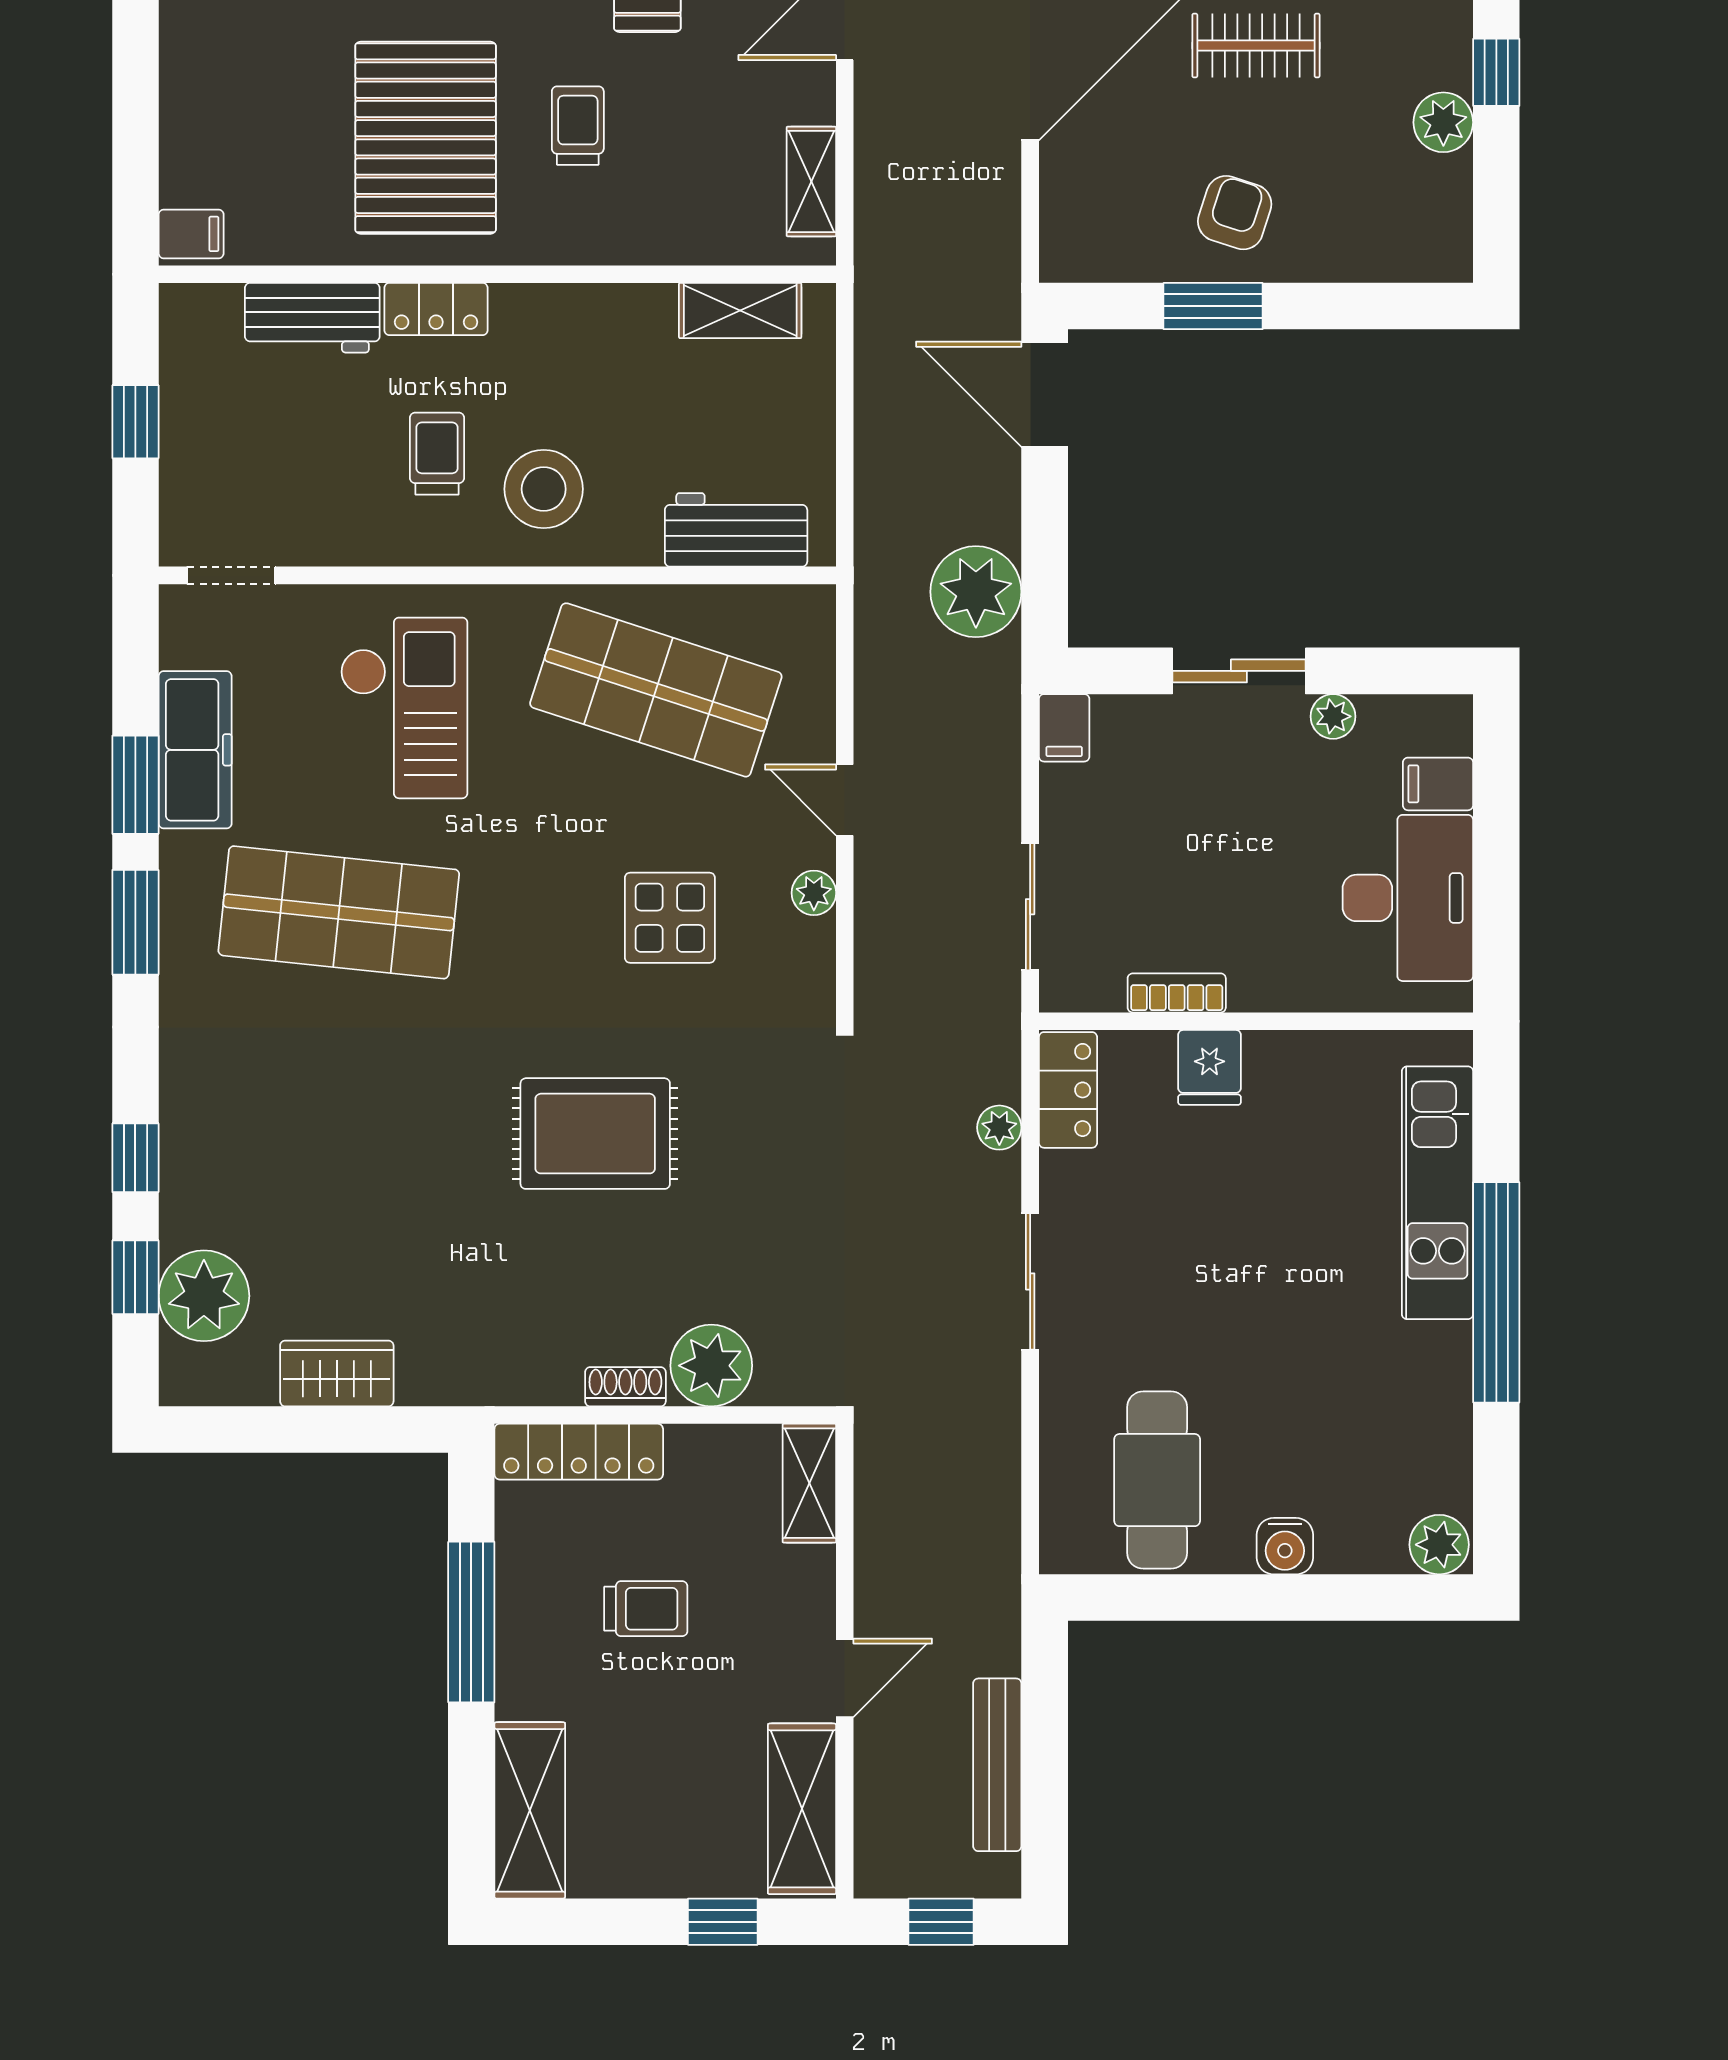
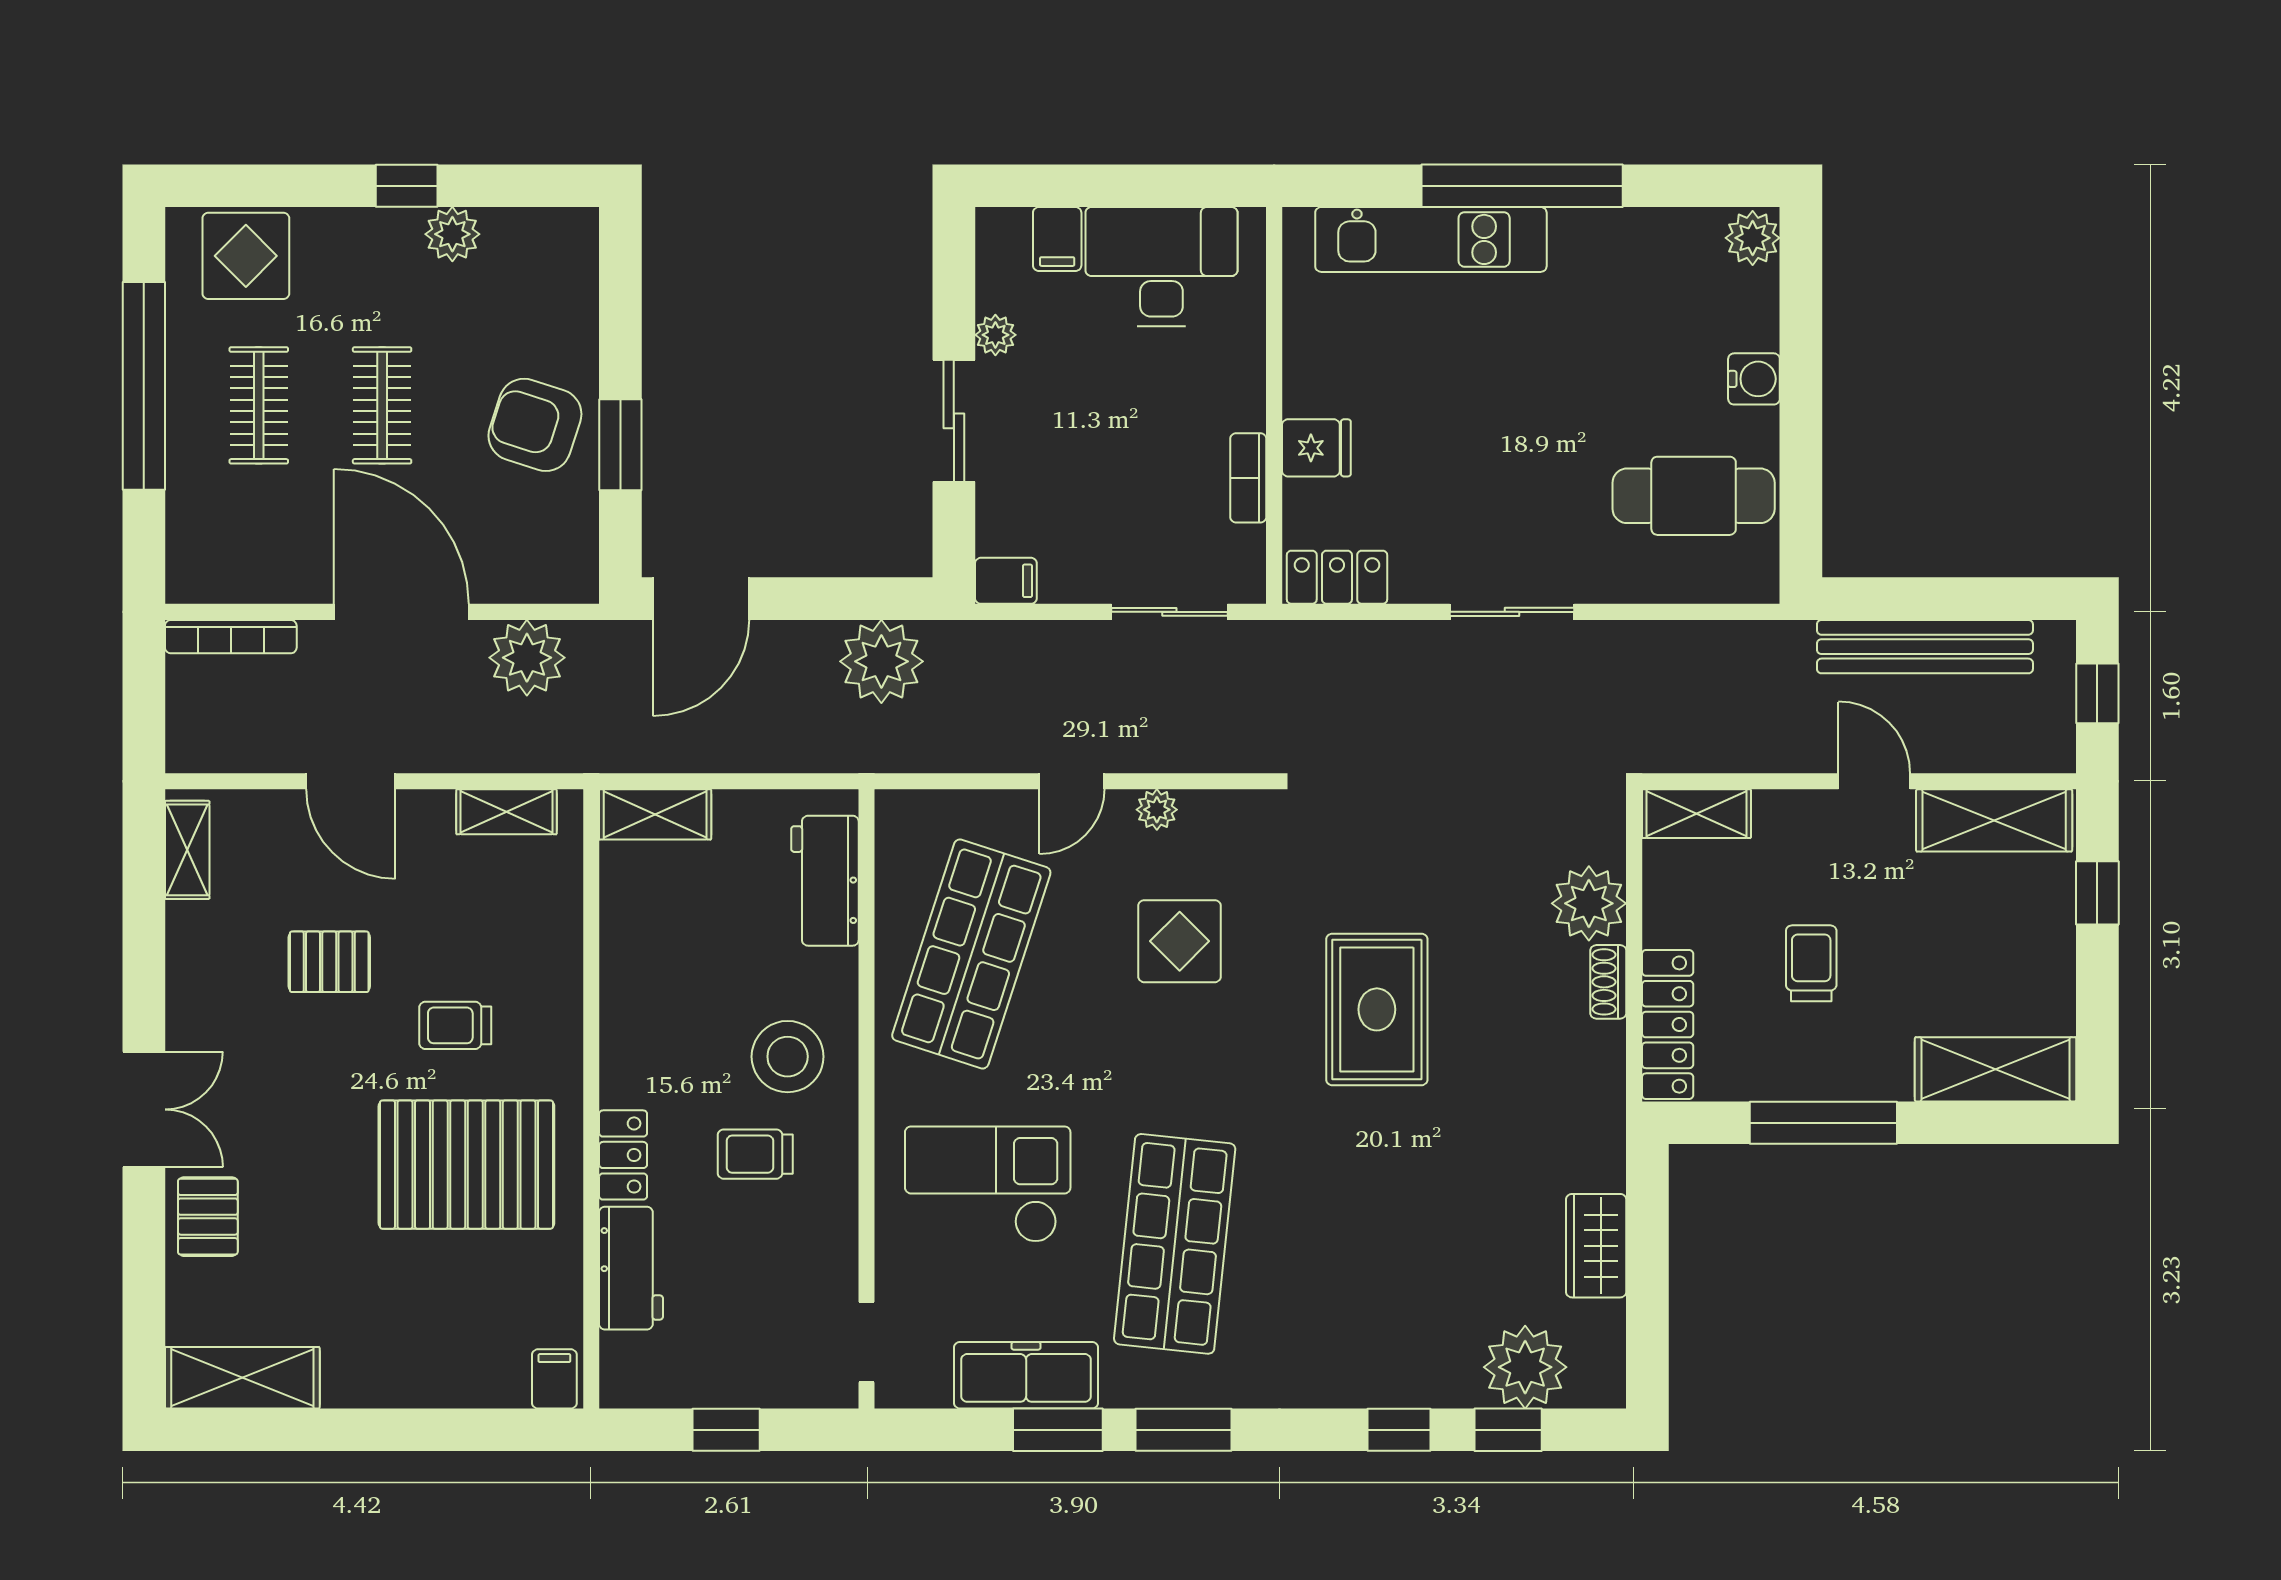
armchair: (1235, 213) -> (535, 425), width x1.38, depth x1.38
shelving: (740, 310) -> (655, 814), moved, turned 90
plant: (999, 1128) -> (527, 658), moved, width x1.87, depth x1.87
bench: (997, 1765) -> (1925, 647), width x1.37, depth x1.21

